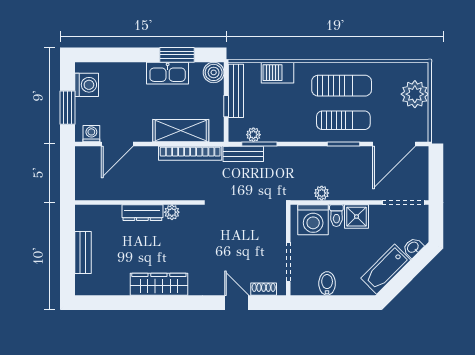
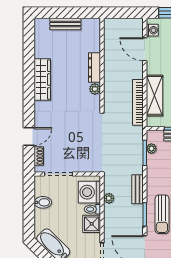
bench: (243, 154) -> (137, 189), moved

